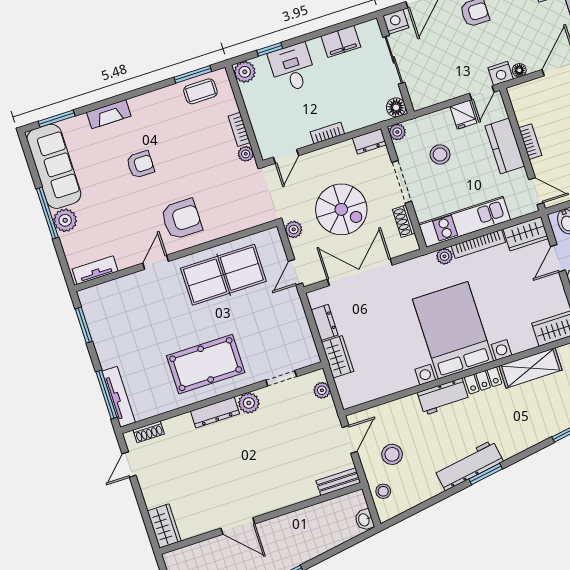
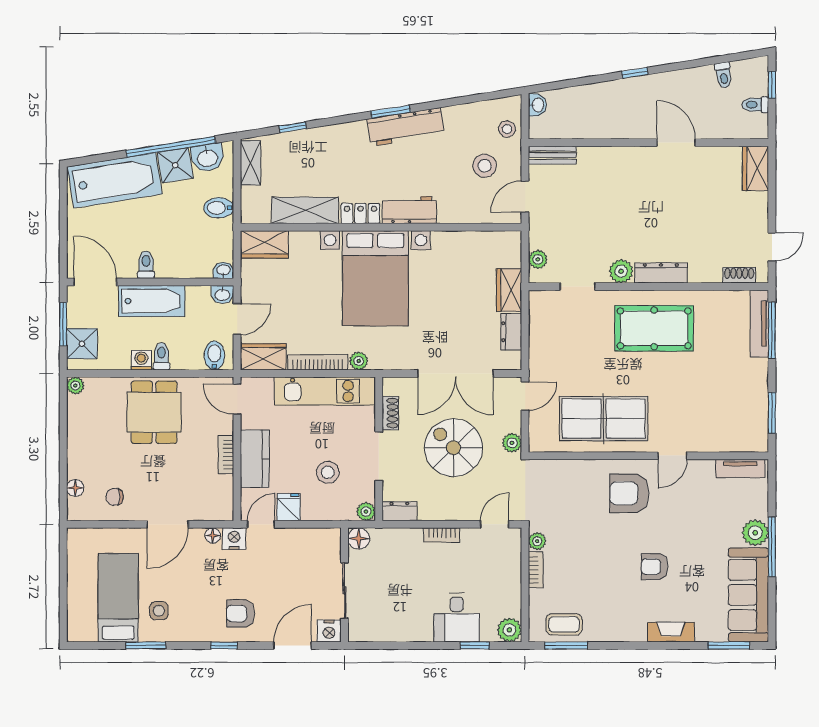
filing cabinet: (341, 41) -> (395, 629), removed

